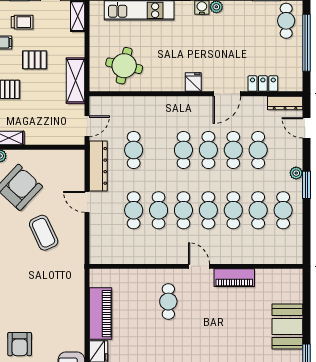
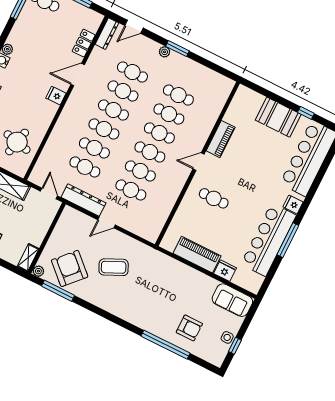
door: (227, 94) -> (78, 75), swing flipped
cafe table: (283, 210) -> (94, 148), moved

